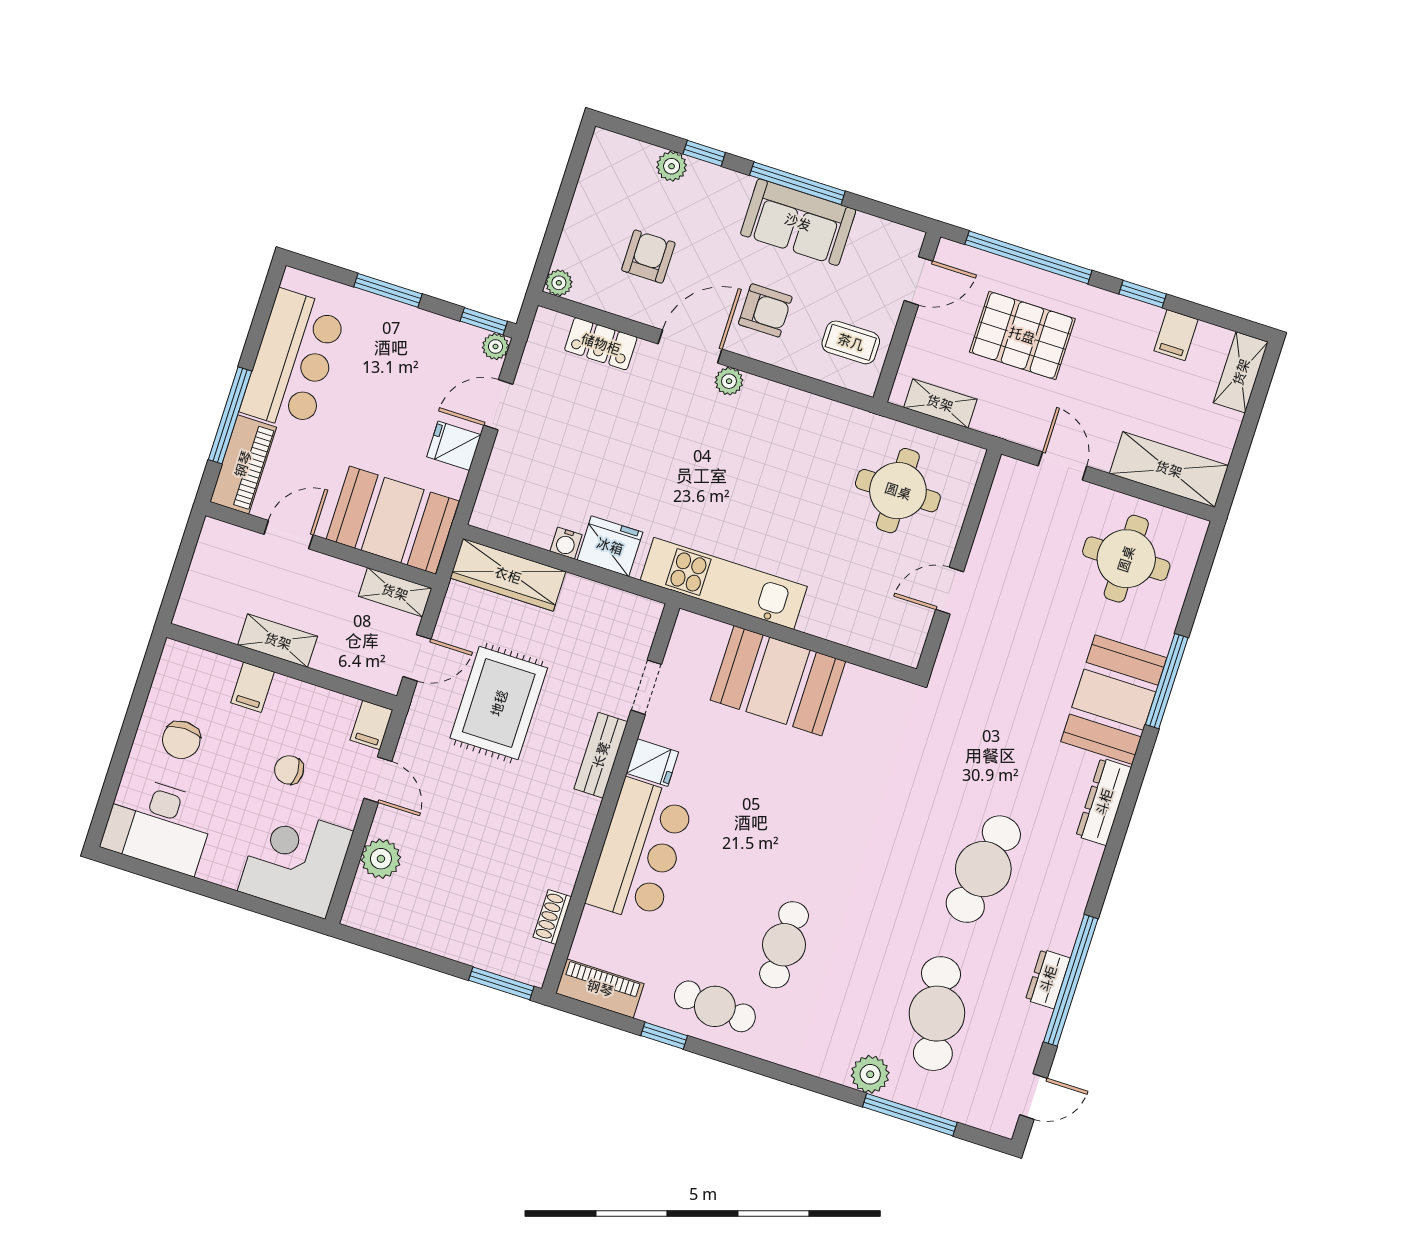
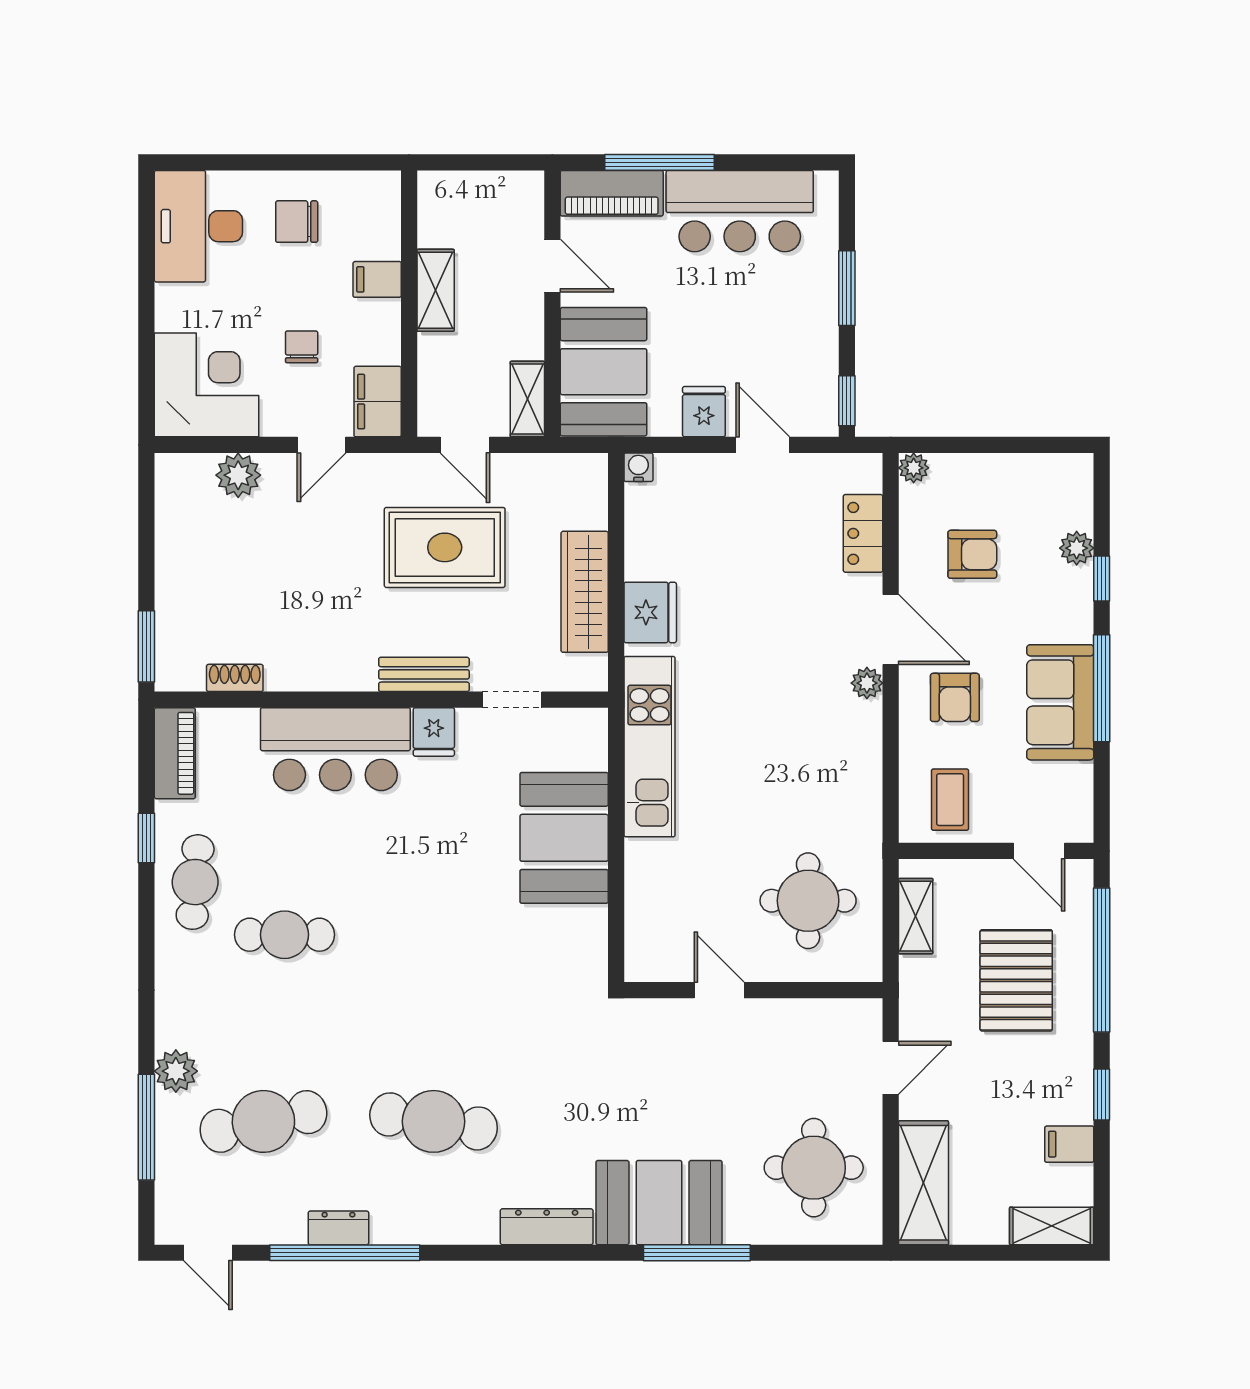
plant: (495, 346) -> (824, 422), removed
water cooler: (566, 543) -> (638, 467), moved, turned 90
wardrobe: (508, 575) -> (585, 592), moved
filing cabinet: (371, 725) -> (378, 402), width x2.00

